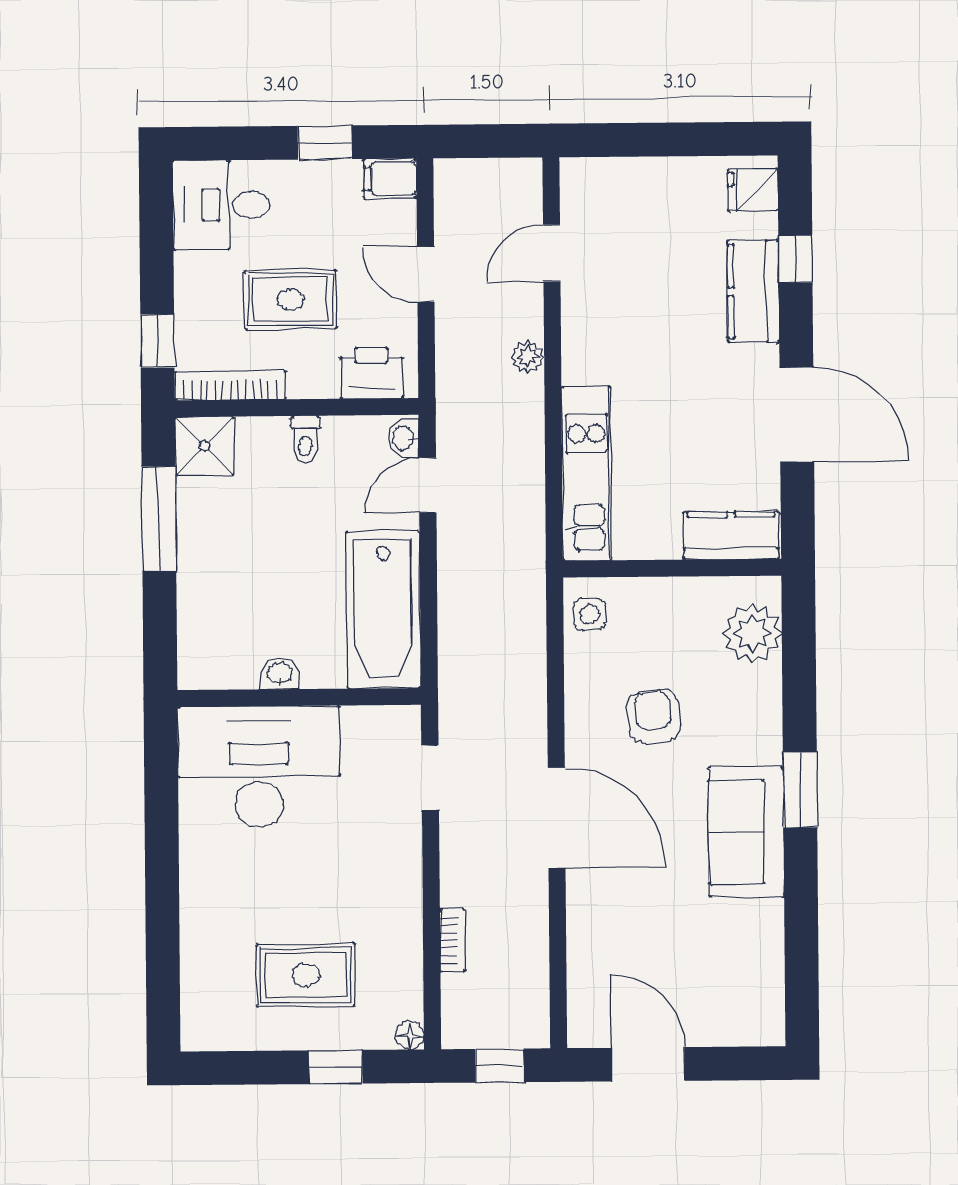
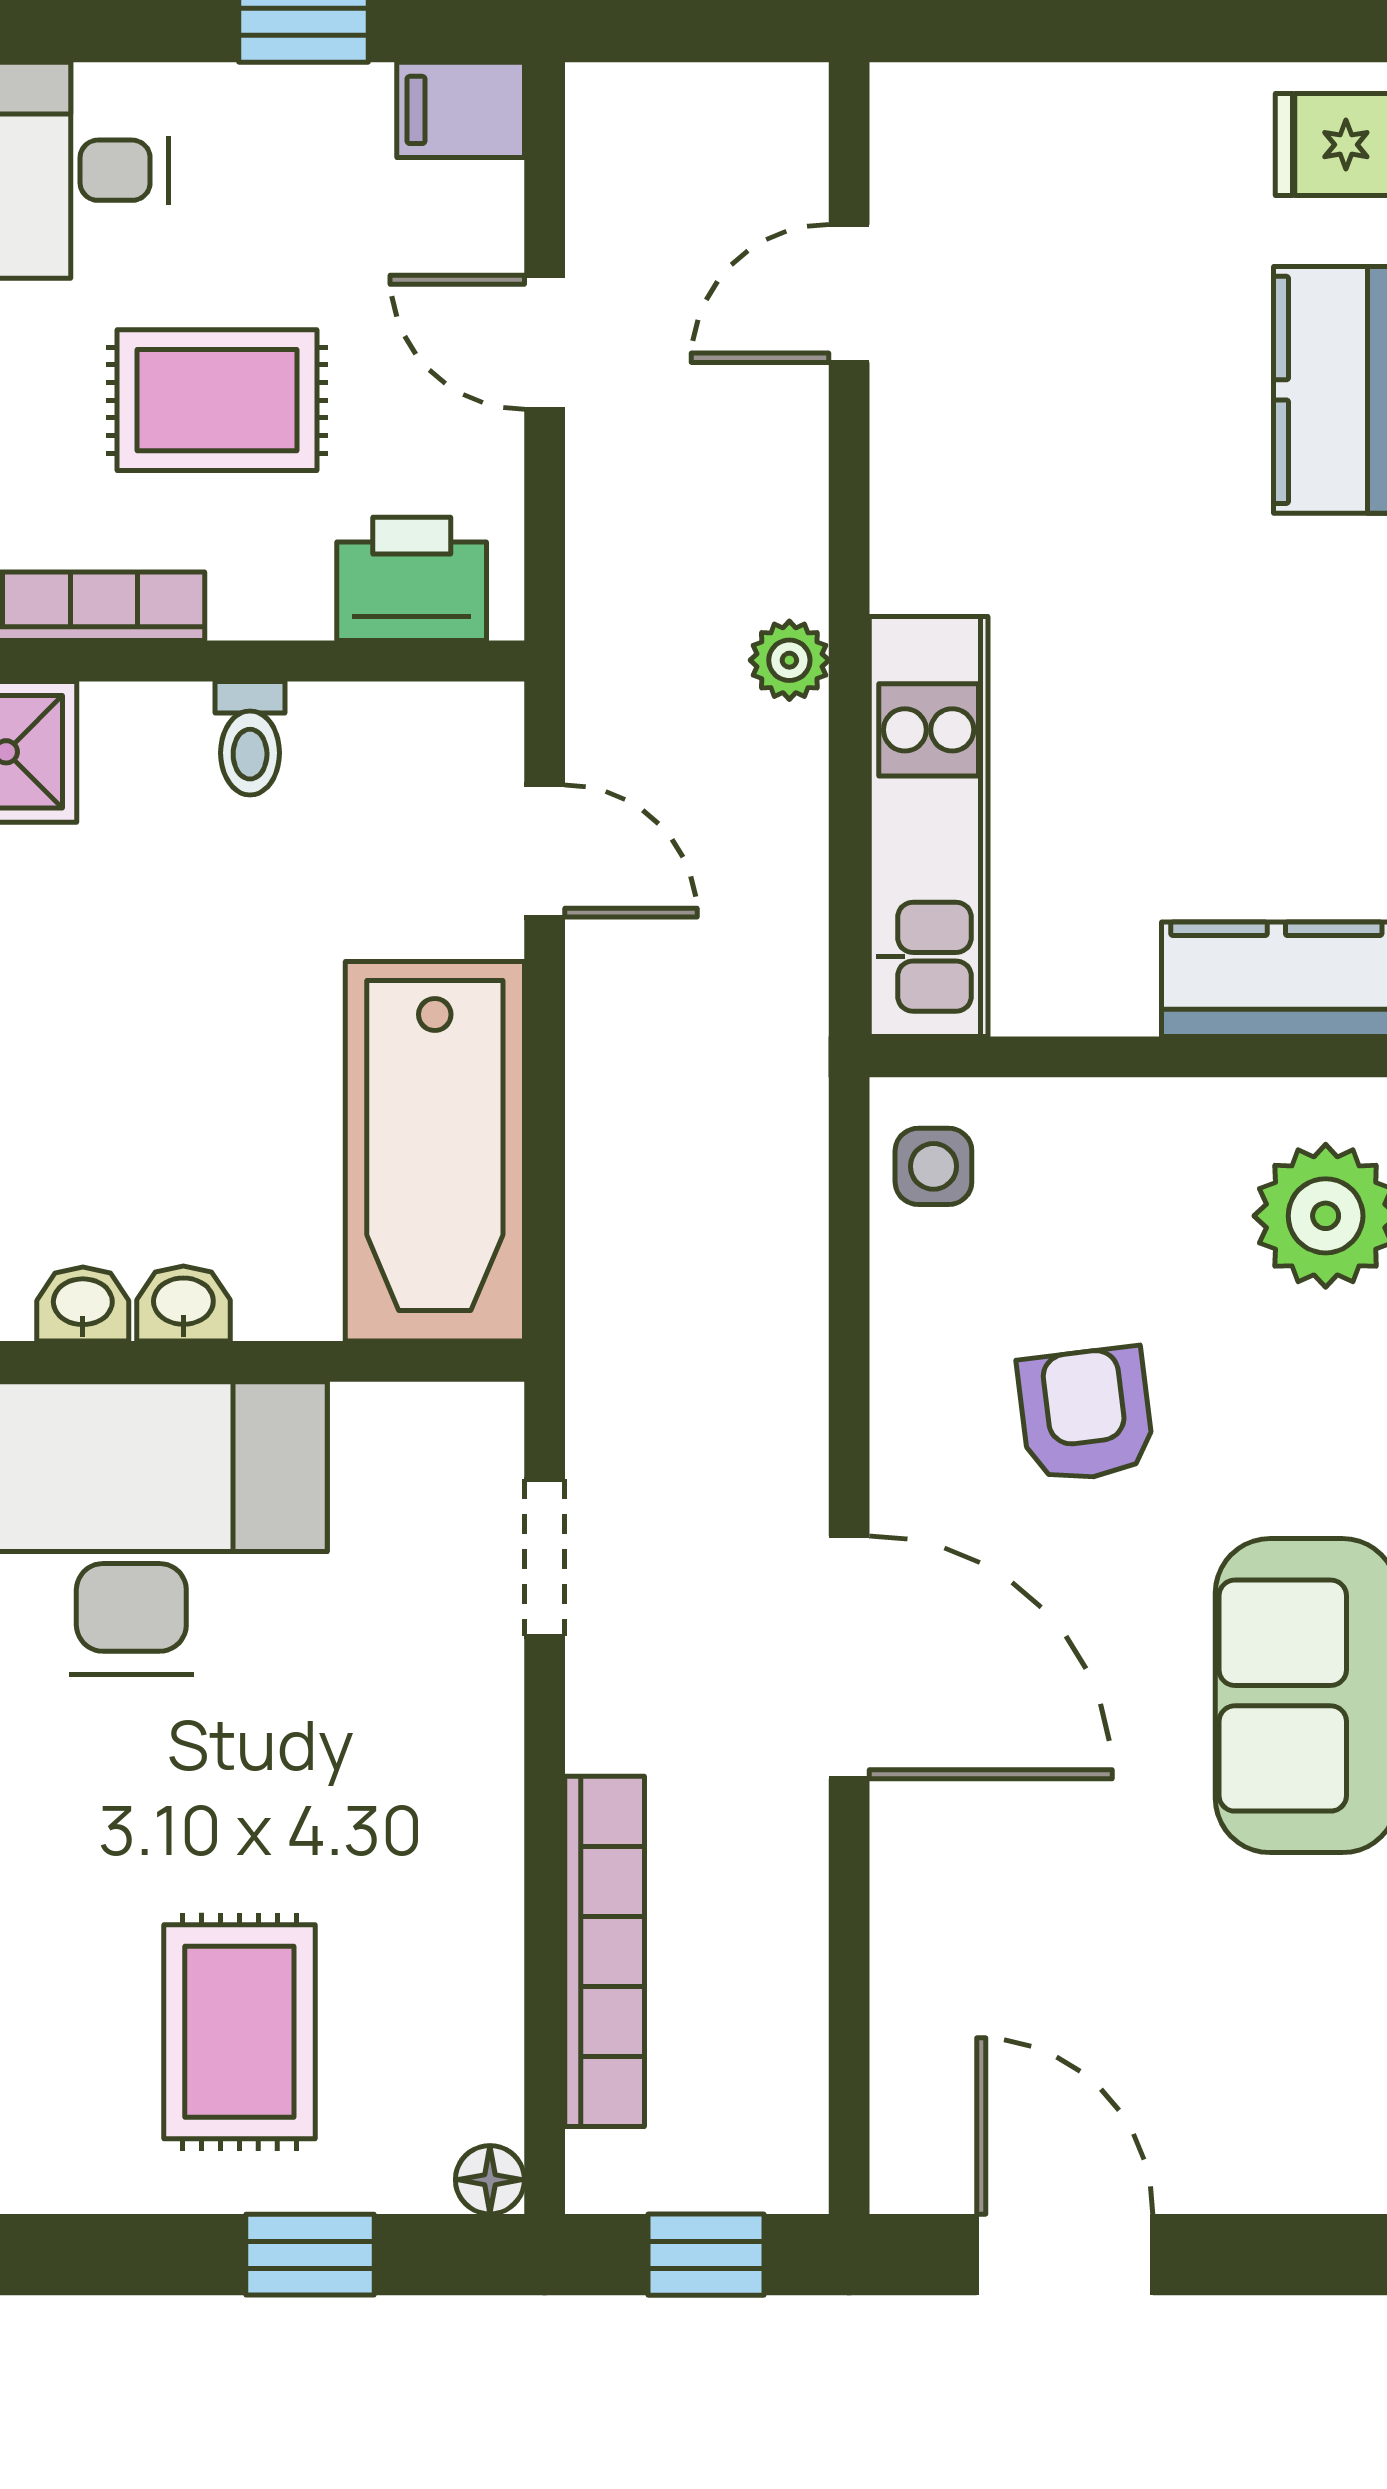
plant: (528, 357) -> (789, 660), moved
washbasin: (403, 438) -> (83, 1304), moved, turned 90
door: (428, 485) -> (545, 851), swing flipped
bookcase: (453, 940) -> (605, 1951), width x2.31, depth x1.31
rug: (306, 975) -> (239, 2032), turned 90

